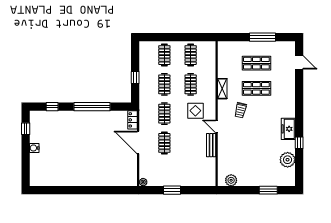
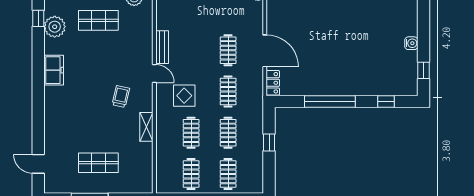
shop shelf: (256, 88) -> (98, 20), moved
window: (299, 143) -> (38, 18), moved

